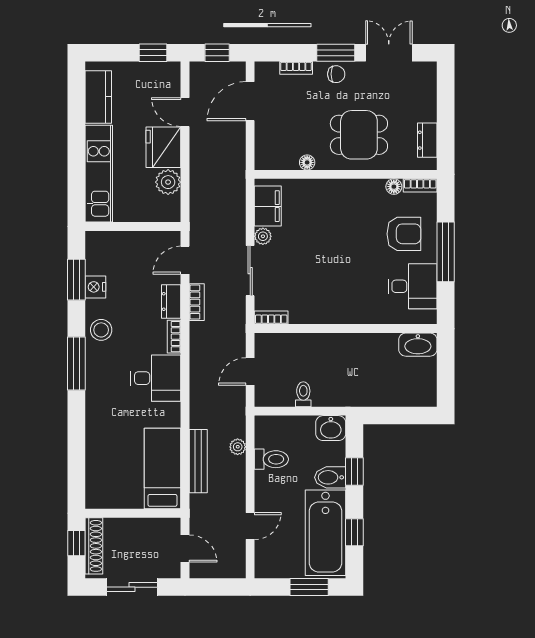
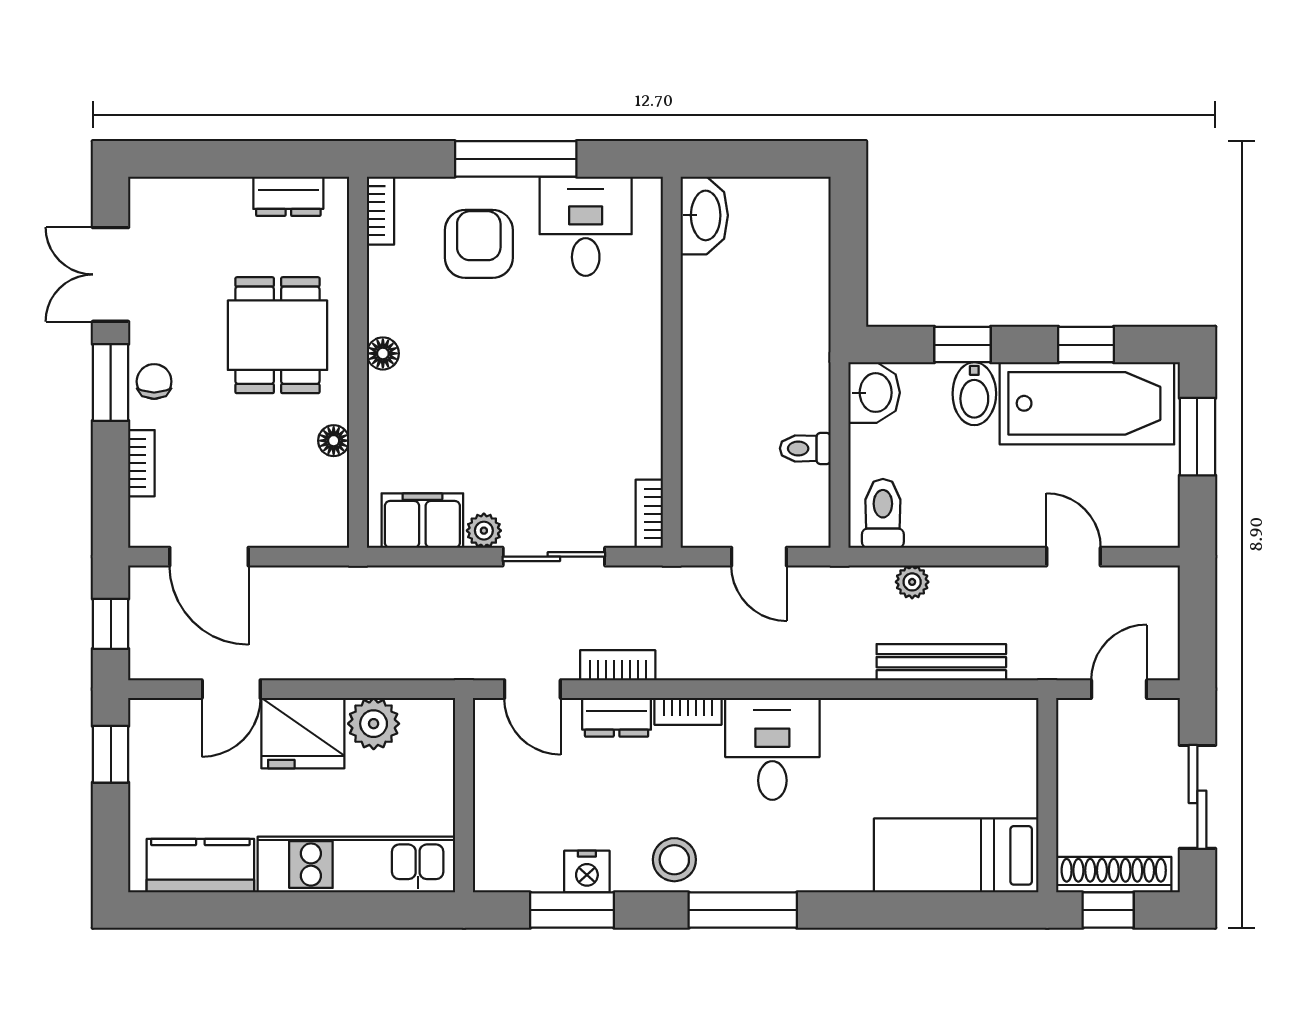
floor lamp: (394, 187) -> (383, 353), moved
toilet: (271, 459) -> (883, 513), moved
bed: (162, 468) -> (956, 855), moved

